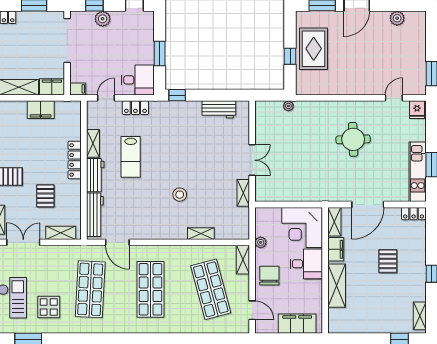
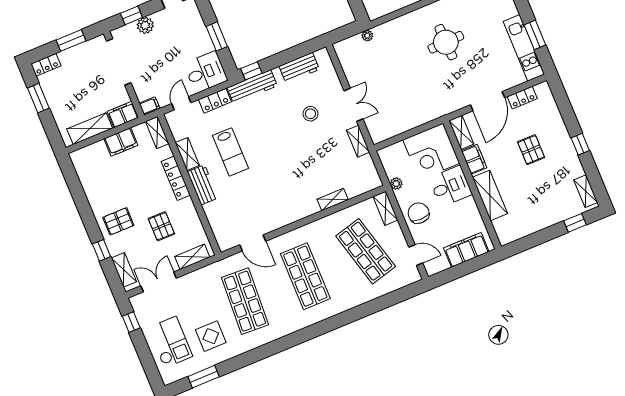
shelving: (75, 114) -> (157, 133), added
stool: (180, 195) -> (310, 114), moved
locker: (414, 214) -> (522, 98), moved
workbench: (95, 215) -> (252, 87), moved, turned 90

